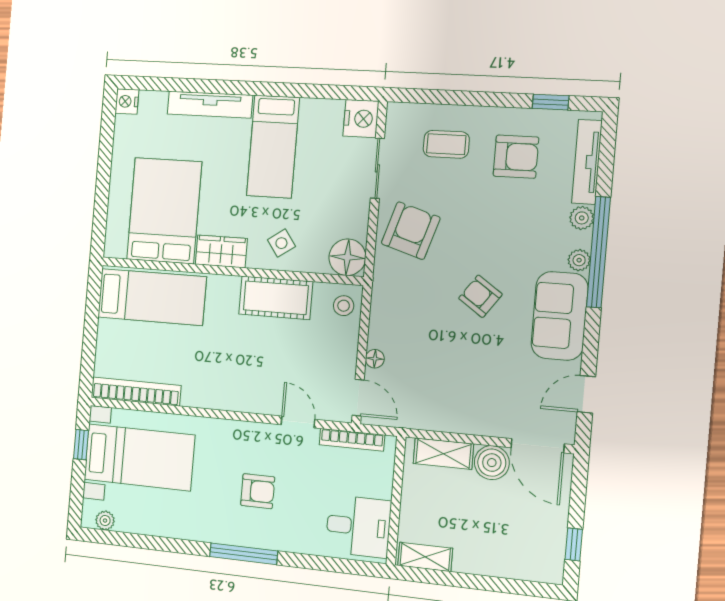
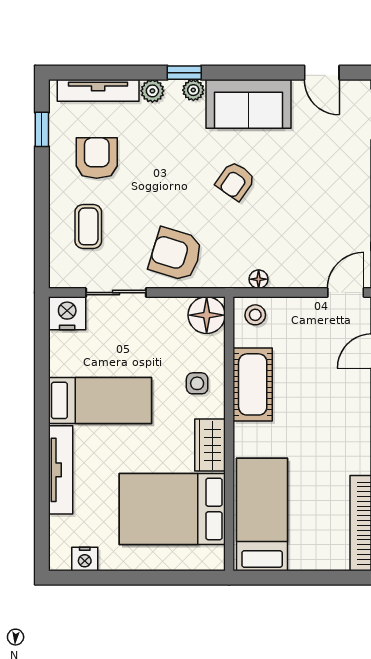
nightstand: (127, 101) -> (85, 559), moved
side table: (281, 243) -> (197, 383), turned 35
window: (598, 252) -> (184, 73), width x0.32
floor lamp: (375, 359) -> (259, 279), moved

